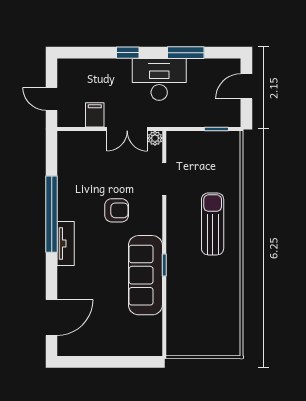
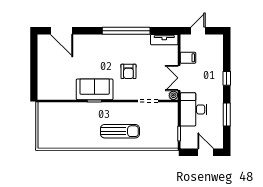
desk: (159, 79) -> (194, 109), moved, turned 180
tv unit: (66, 243) -> (164, 40), moved
sofa: (145, 275) -> (95, 89), width x0.73

